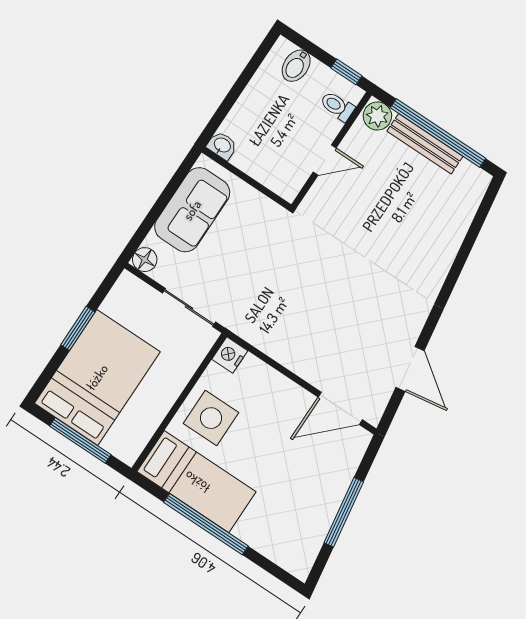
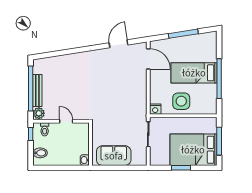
floor lamp: (145, 260) -> (142, 161), removed
bed: (197, 482) -> (194, 73), moved, turned -90

